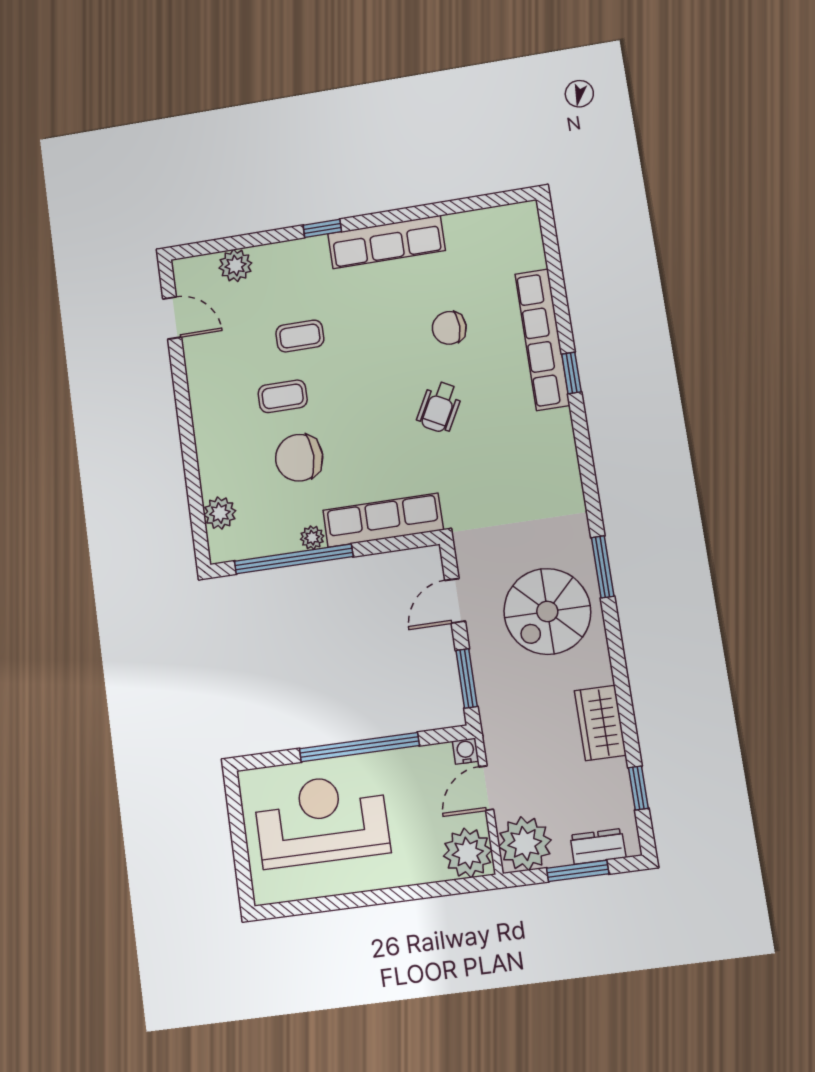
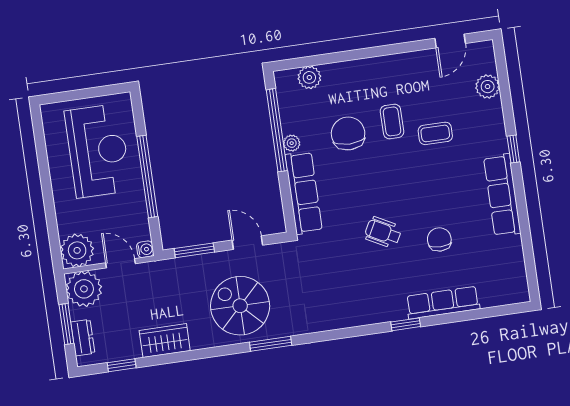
coffee table: (300, 336) -> (435, 133), turned 90
row of seats: (542, 340) -> (443, 303), width x0.73

